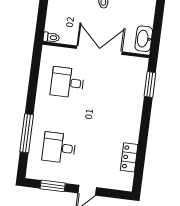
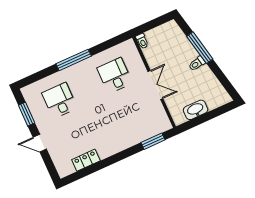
washbasin: (144, 39) -> (196, 110), moved
double door: (99, 50) -> (155, 85), width x0.73
window: (27, 133) -> (74, 60), moved

